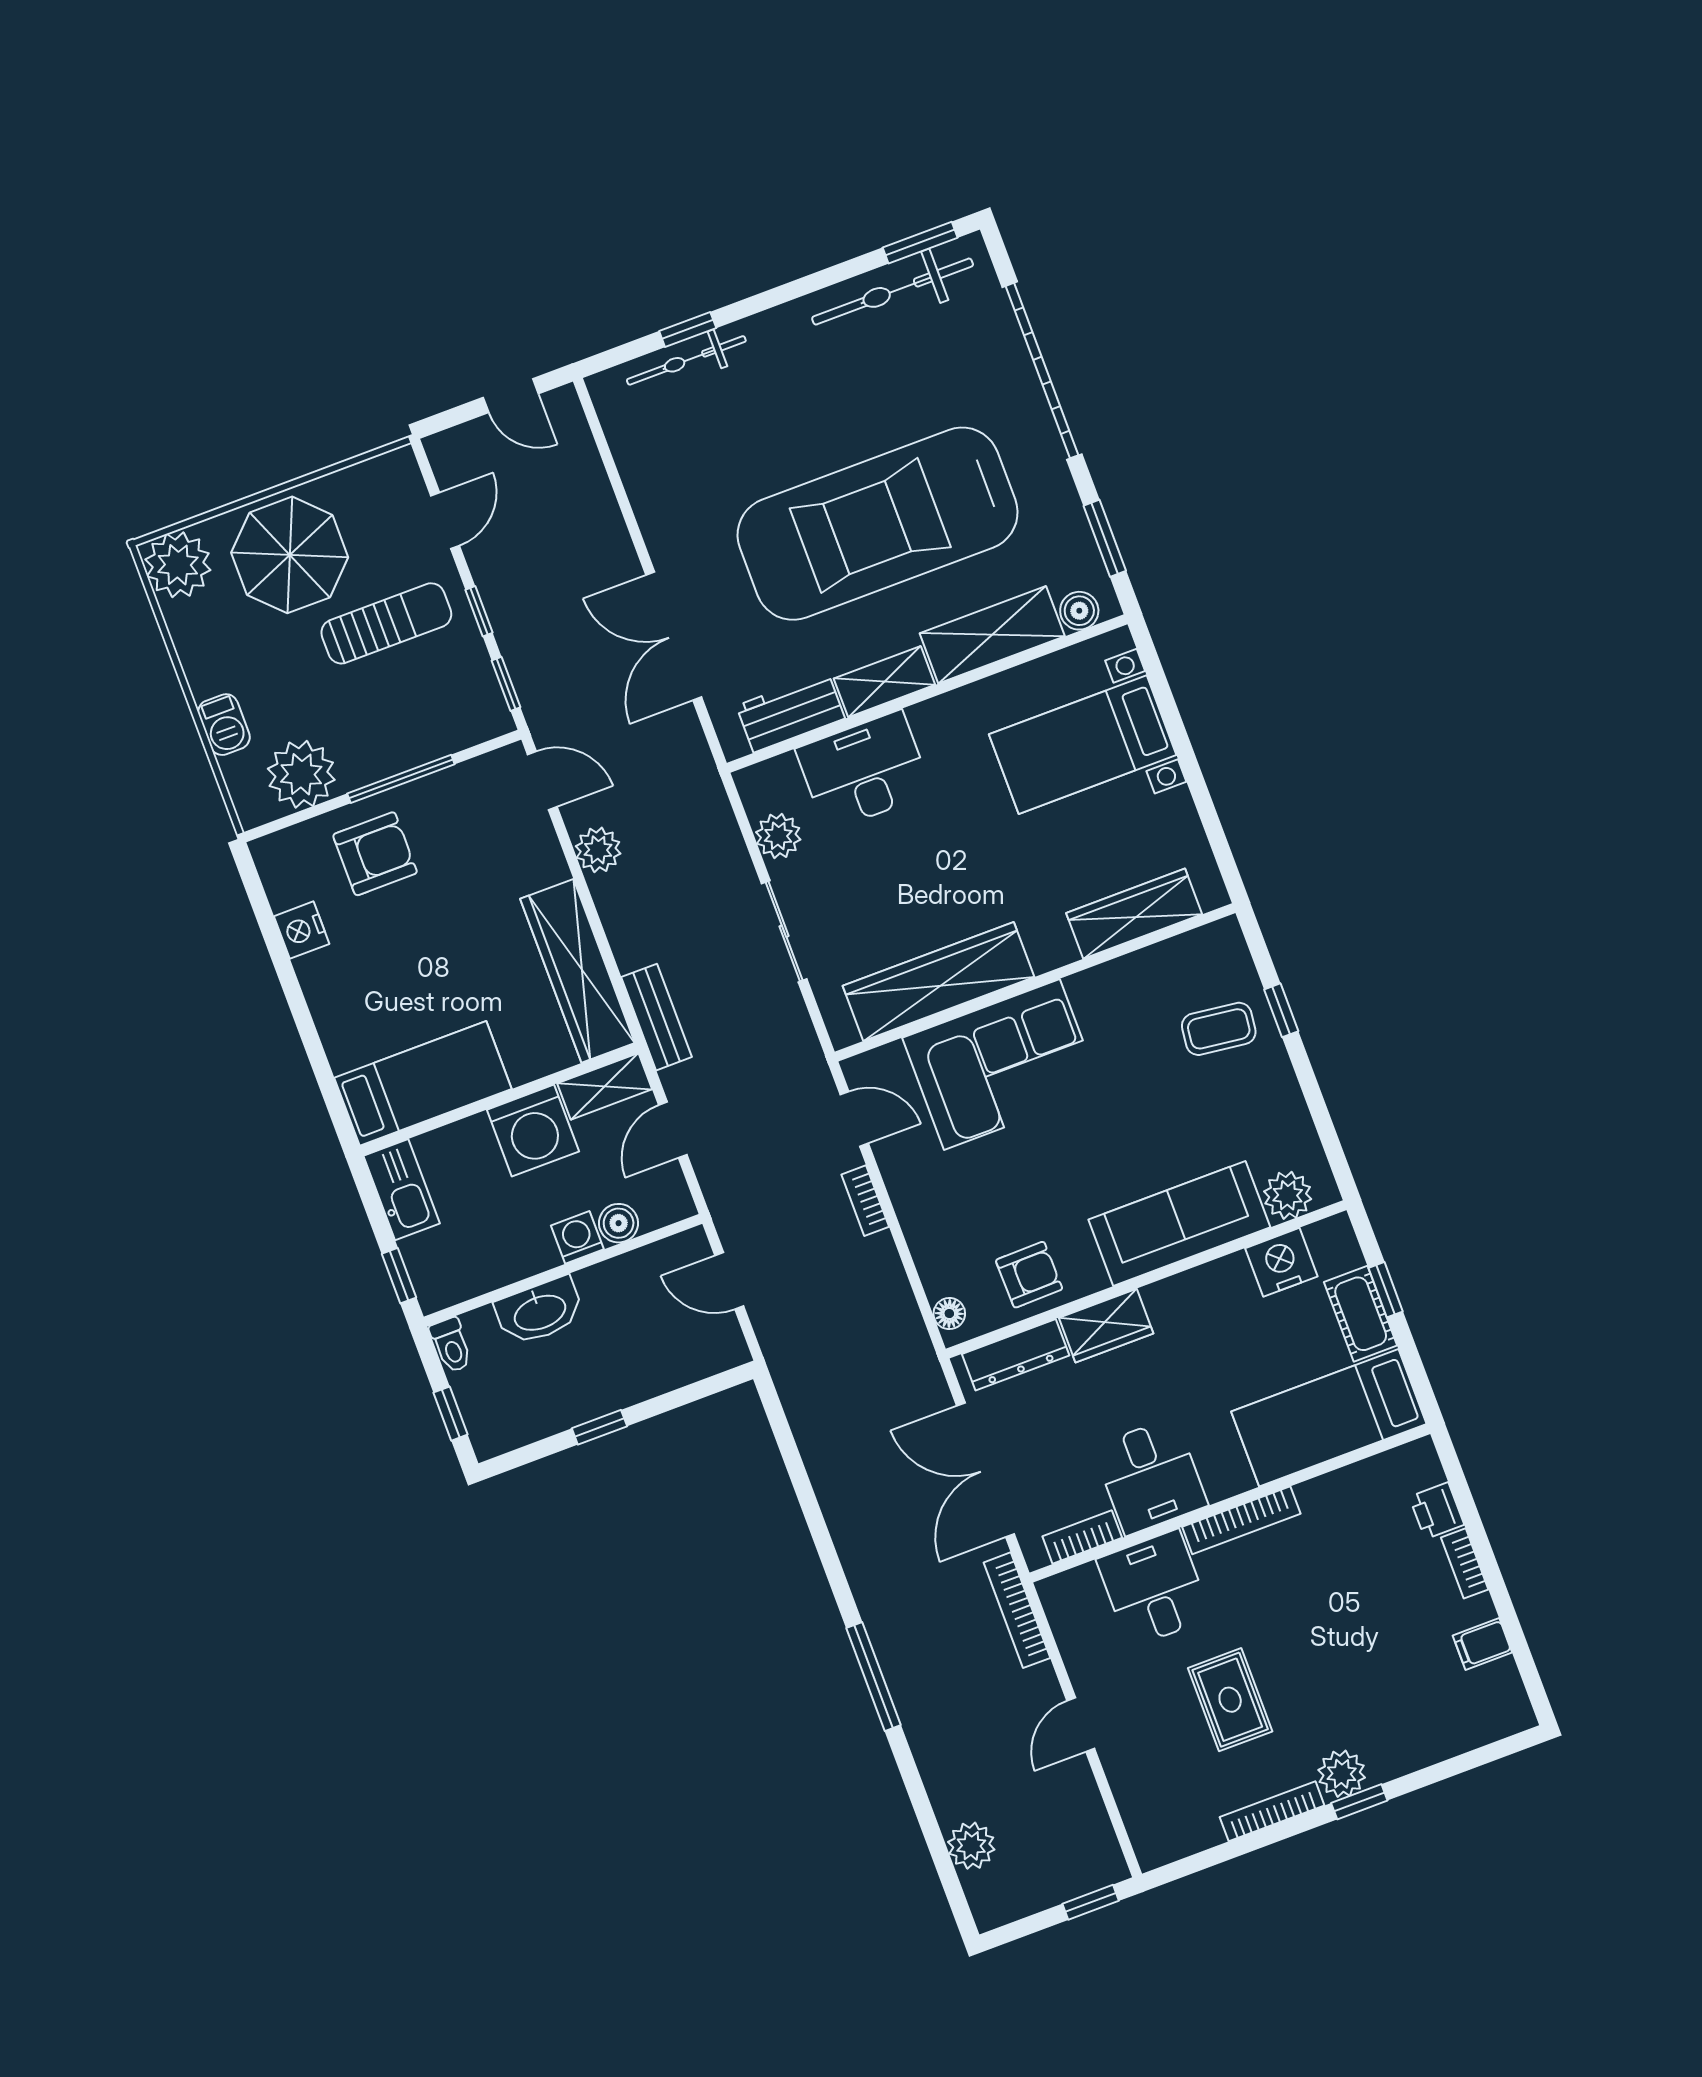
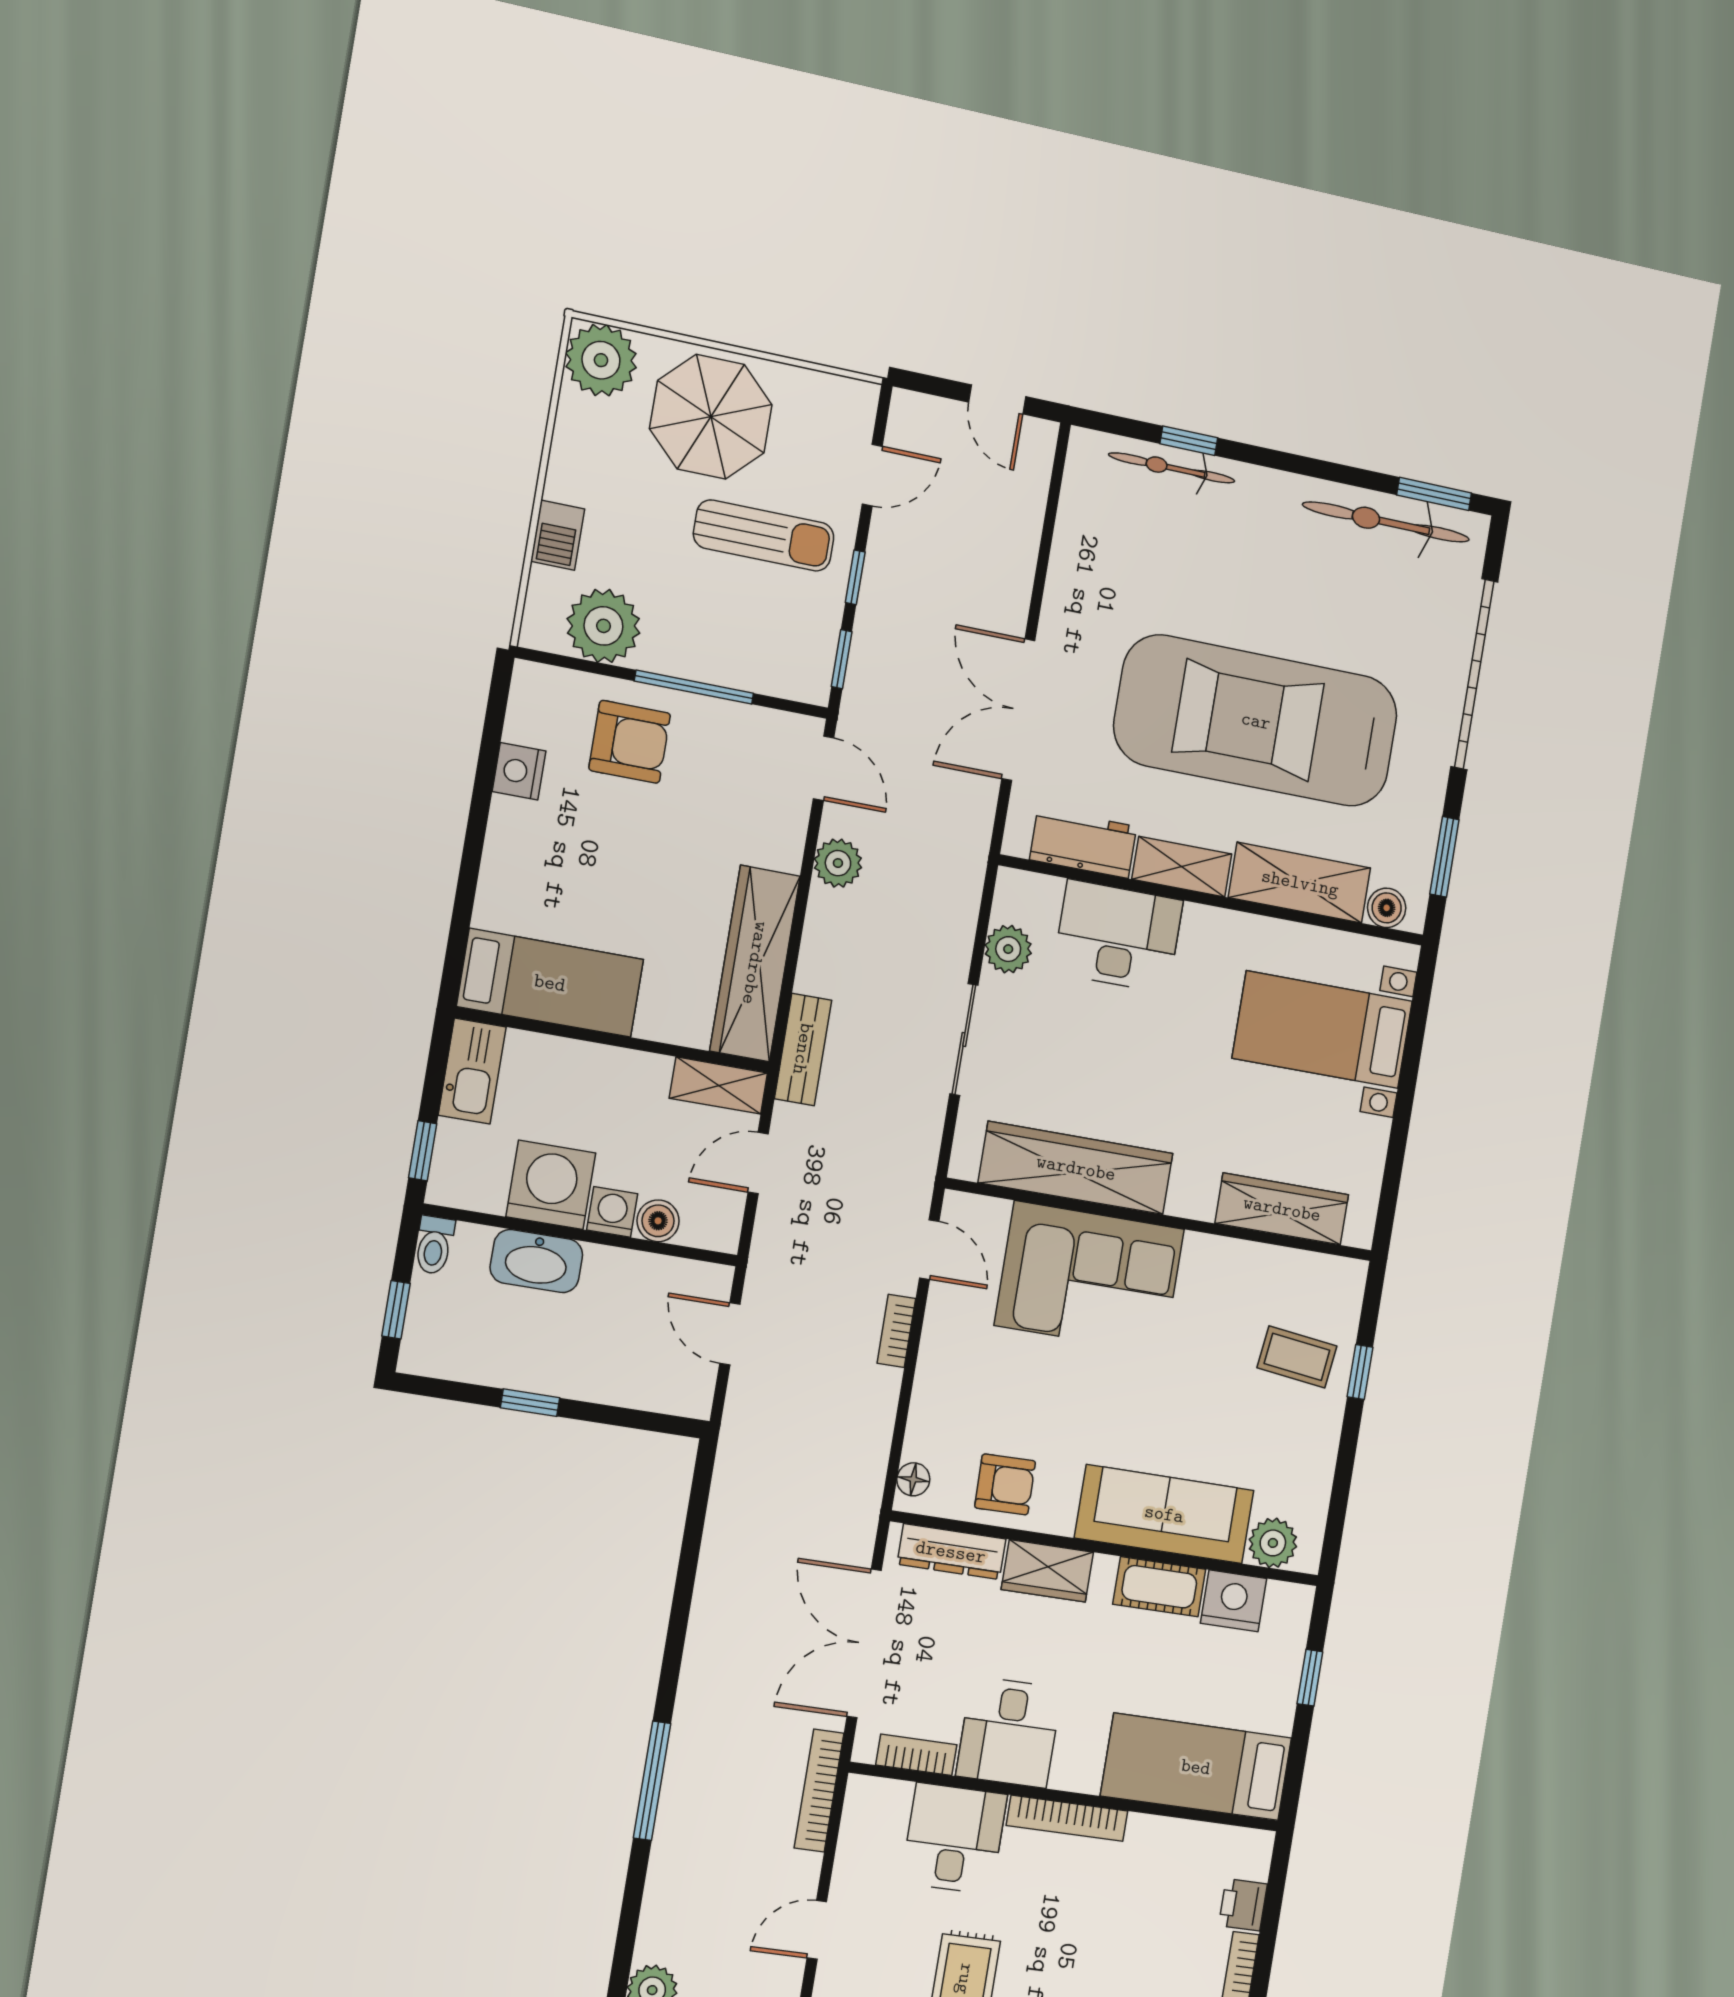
washing machine: (533, 1131) -> (551, 1185), moved, turned 180
cot: (1361, 1314) -> (1159, 1587), moved, turned 90

